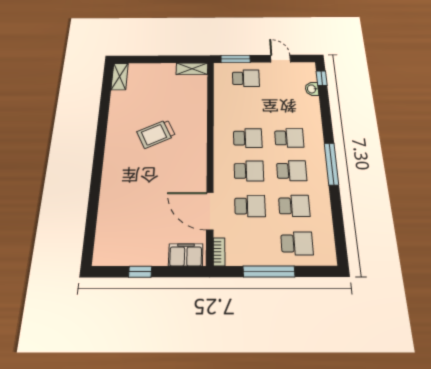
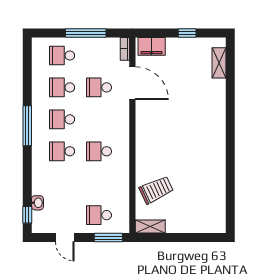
shelving: (120, 76) -> (219, 63), moved
trolley: (156, 134) -> (156, 190), moved
school desk: (249, 171) -> (99, 119), removed

